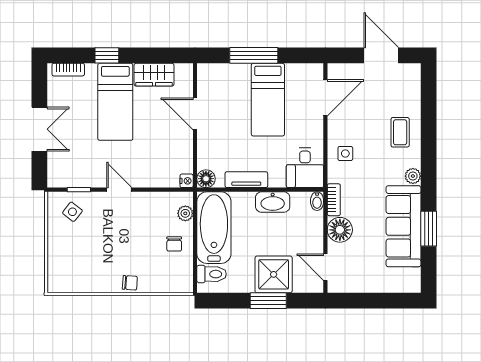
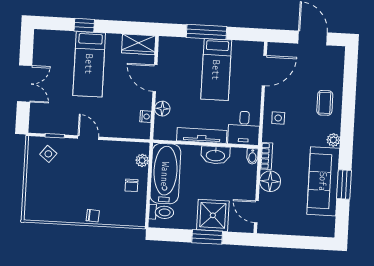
bookcase: (68, 70) -> (51, 35), removed
wardrobe: (154, 75) -> (139, 44), moved
floor lamp: (206, 179) -> (162, 109), moved
tv unit: (246, 180) -> (202, 136), width x1.41
nightstand: (187, 181) -> (146, 116), moved

